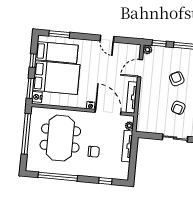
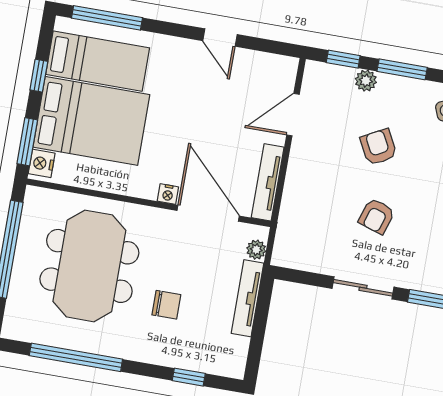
window: (59, 34) -> (107, 18), width x1.44
plant: (148, 50) -> (366, 81), moved

